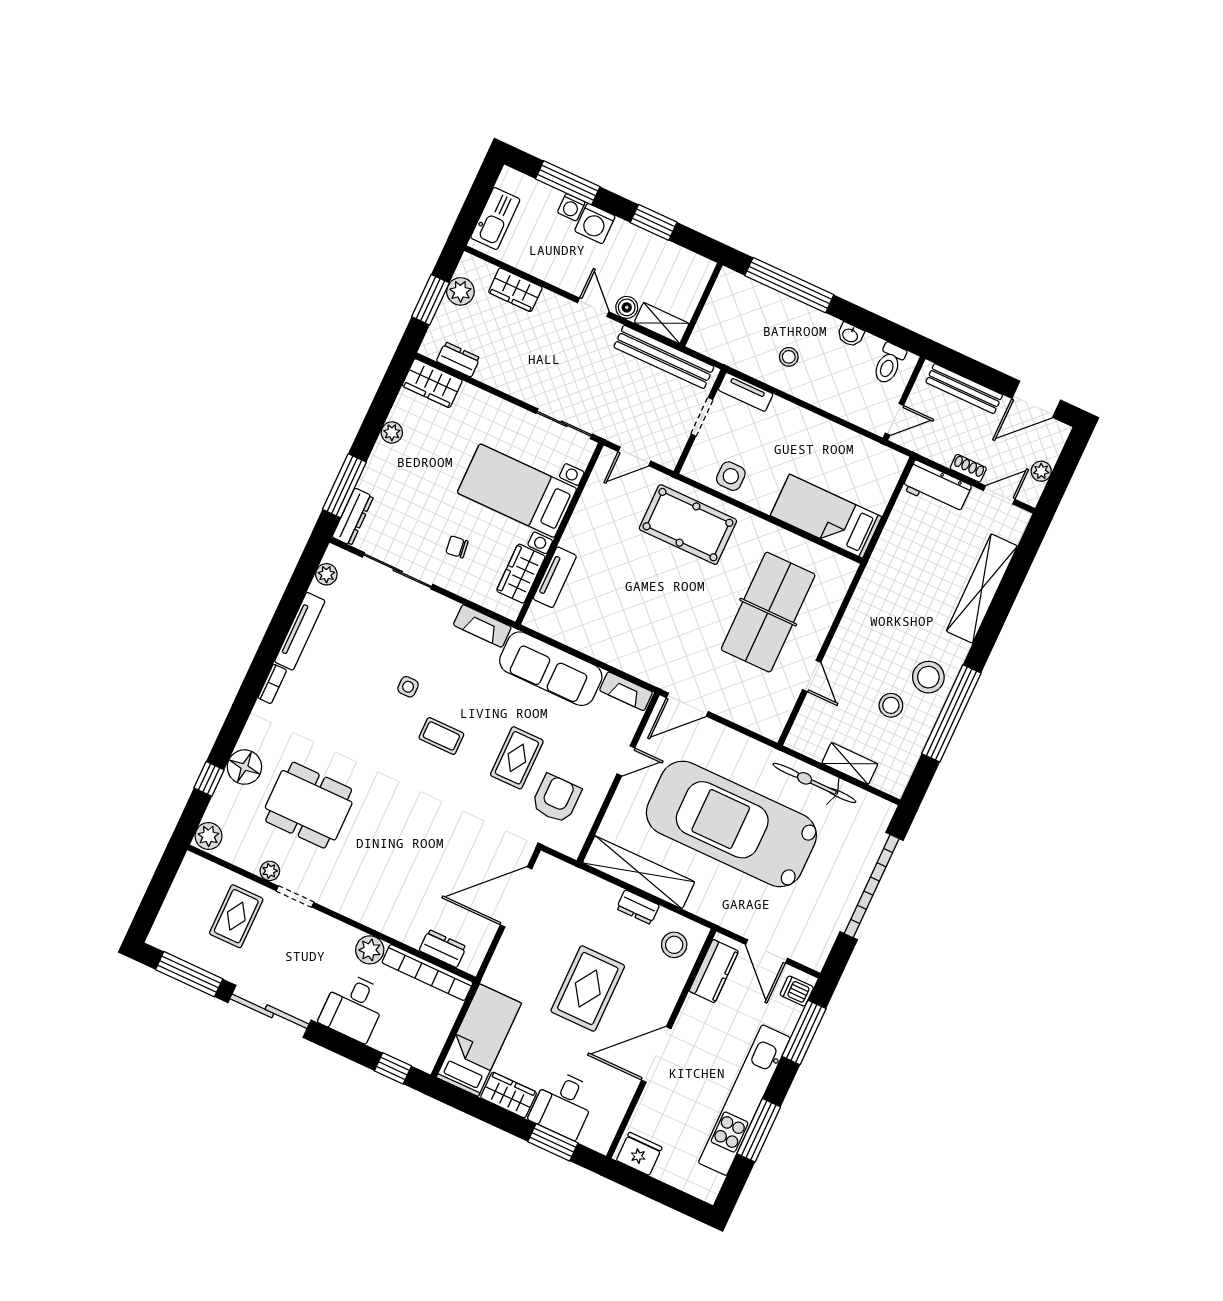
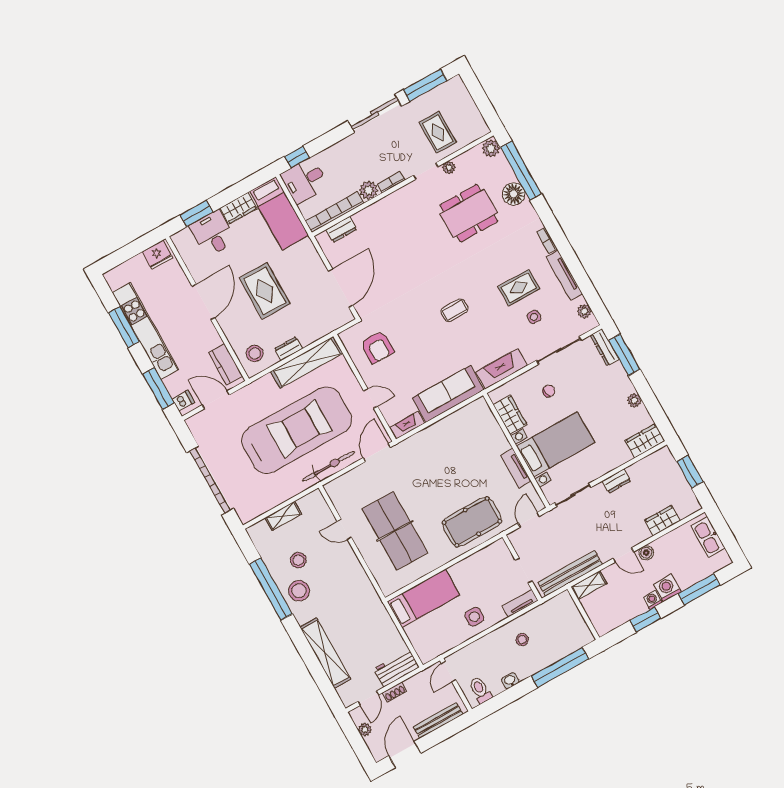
washing machine: (571, 207) -> (653, 600), moved
plant: (460, 291) -> (683, 491), removed
boiler: (627, 307) -> (646, 553), moved
dresser: (458, 360) -> (616, 481), moved
side table: (731, 476) -> (474, 617), moved
tv unit: (555, 577) -> (516, 468), moved
fireplace: (482, 626) -> (502, 369), width x1.37, depth x1.32
side table: (408, 687) -> (534, 317), moved
rug: (517, 758) -> (519, 288), moved, turned 90
door: (626, 761) -> (371, 398), swing flipped
window: (209, 779) -> (521, 171), width x3.17
bicycle: (814, 783) -> (328, 466), moved
bookcase: (340, 929) -> (391, 182), added
desk: (354, 1007) -> (304, 181), moved, turned -90

